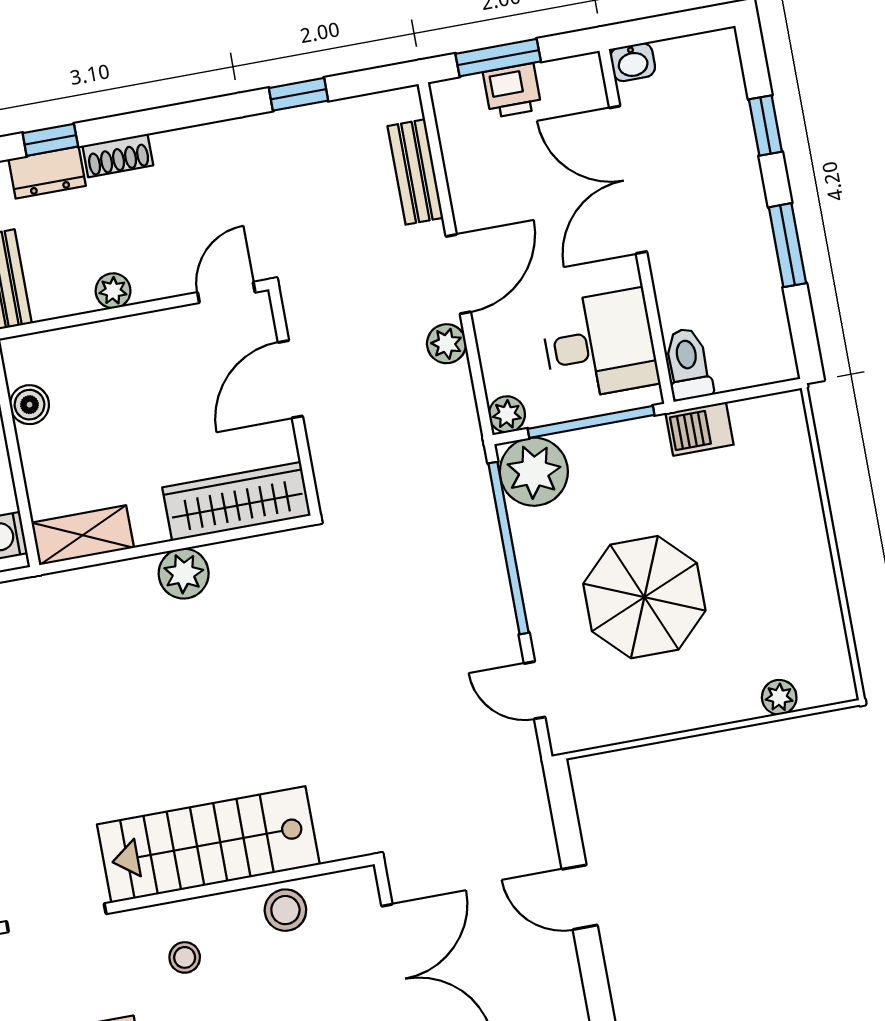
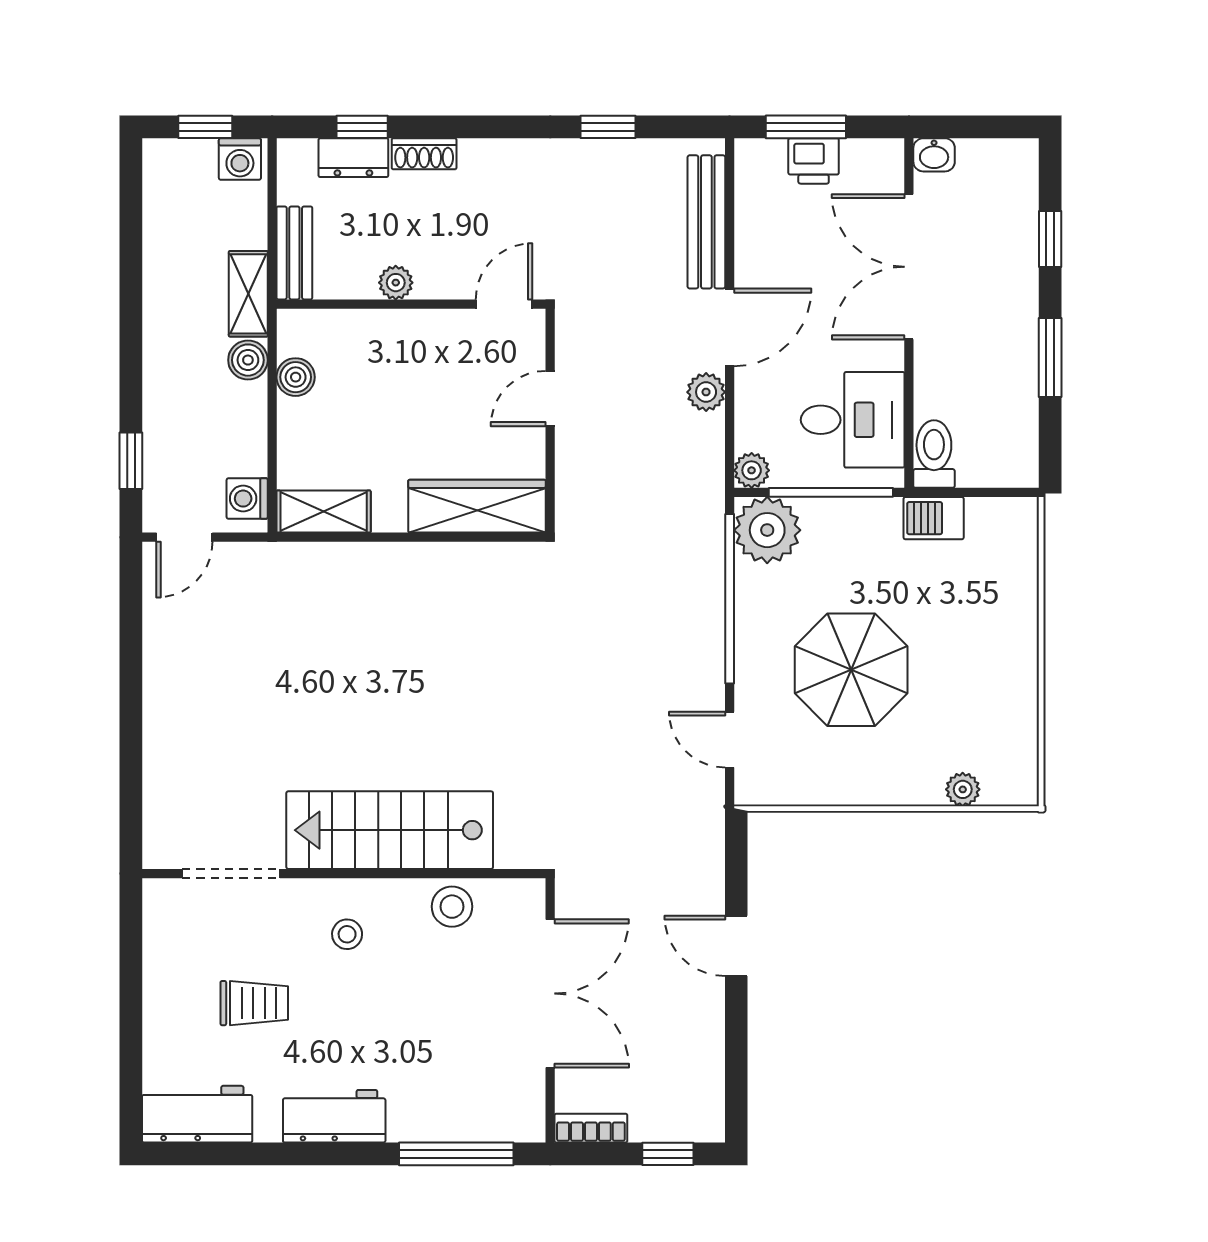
bench: (415, 172) -> (706, 222), width x1.36
door: (290, 379) -> (550, 399), width x0.73
plant: (184, 574) -> (414, 566), removed

